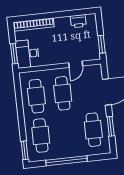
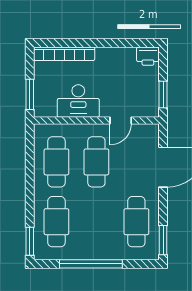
printer: (78, 21) -> (148, 56), moved
desk: (27, 54) -> (78, 101), moved, turned -90
window: (111, 126) -> (163, 240), moved

